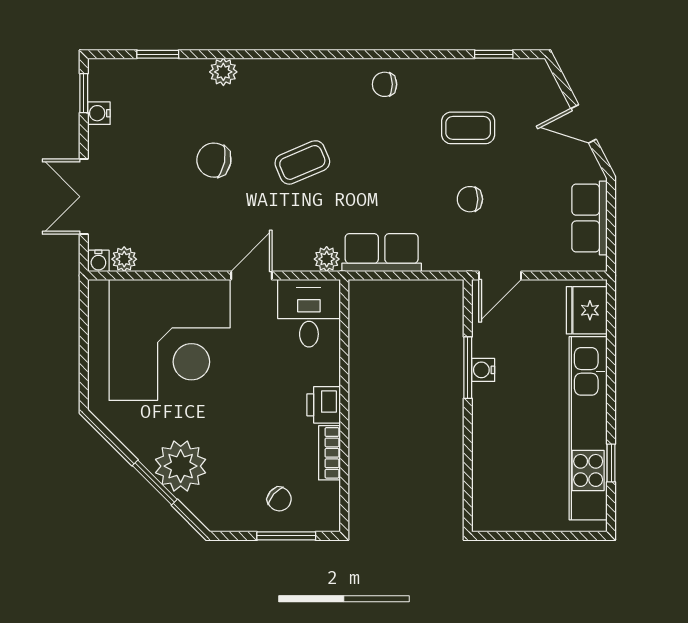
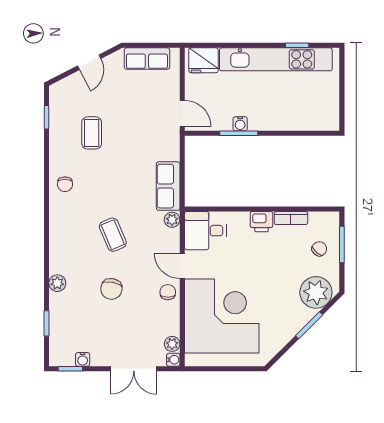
chair: (470, 199) -> (168, 292), moved, turned 180
plant: (181, 466) -> (316, 292), moved

